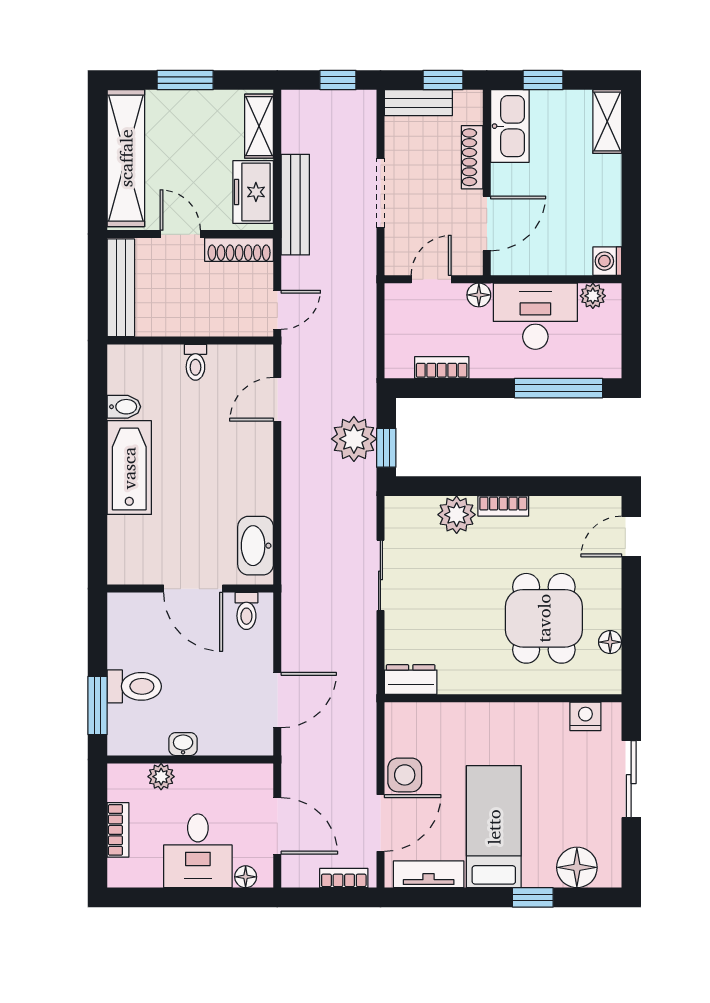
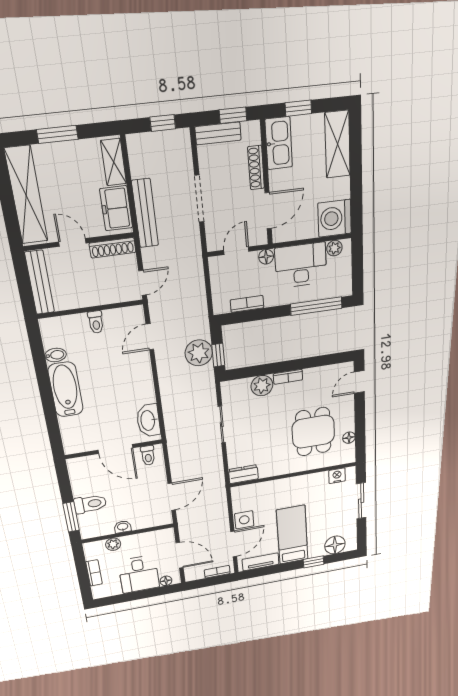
shelving: (607, 122) -> (338, 144), width x1.50, depth x1.33
washing machine: (607, 261) -> (335, 218), width x1.89, depth x1.89

